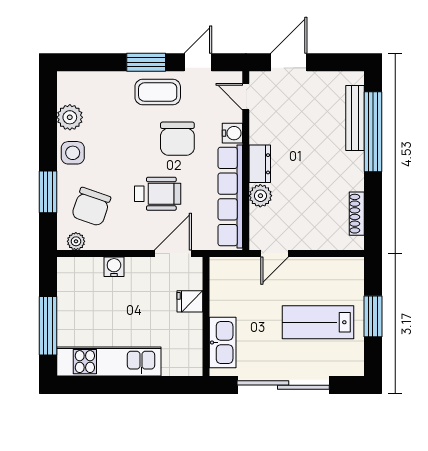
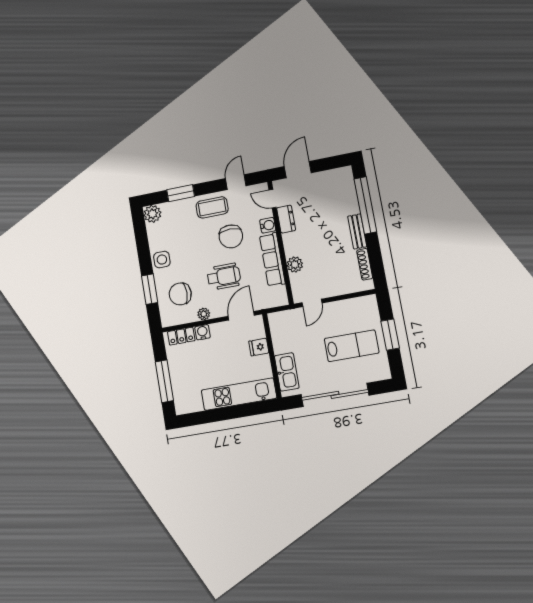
window: (146, 62) -> (181, 193), moved
plant: (70, 117) -> (152, 214), moved
bench: (355, 118) -> (357, 231), moved, width x0.73
dresser: (260, 164) -> (286, 219), moved
row of seats: (230, 197) -> (272, 260), width x0.73
chair: (91, 207) -> (180, 294), turned 71
plant: (76, 241) -> (204, 314), moved
locker: (83, 267) -> (181, 336), added
lab bench: (318, 322) -> (352, 346), turned 180
kitchen unit: (109, 362) -> (239, 394), moved

